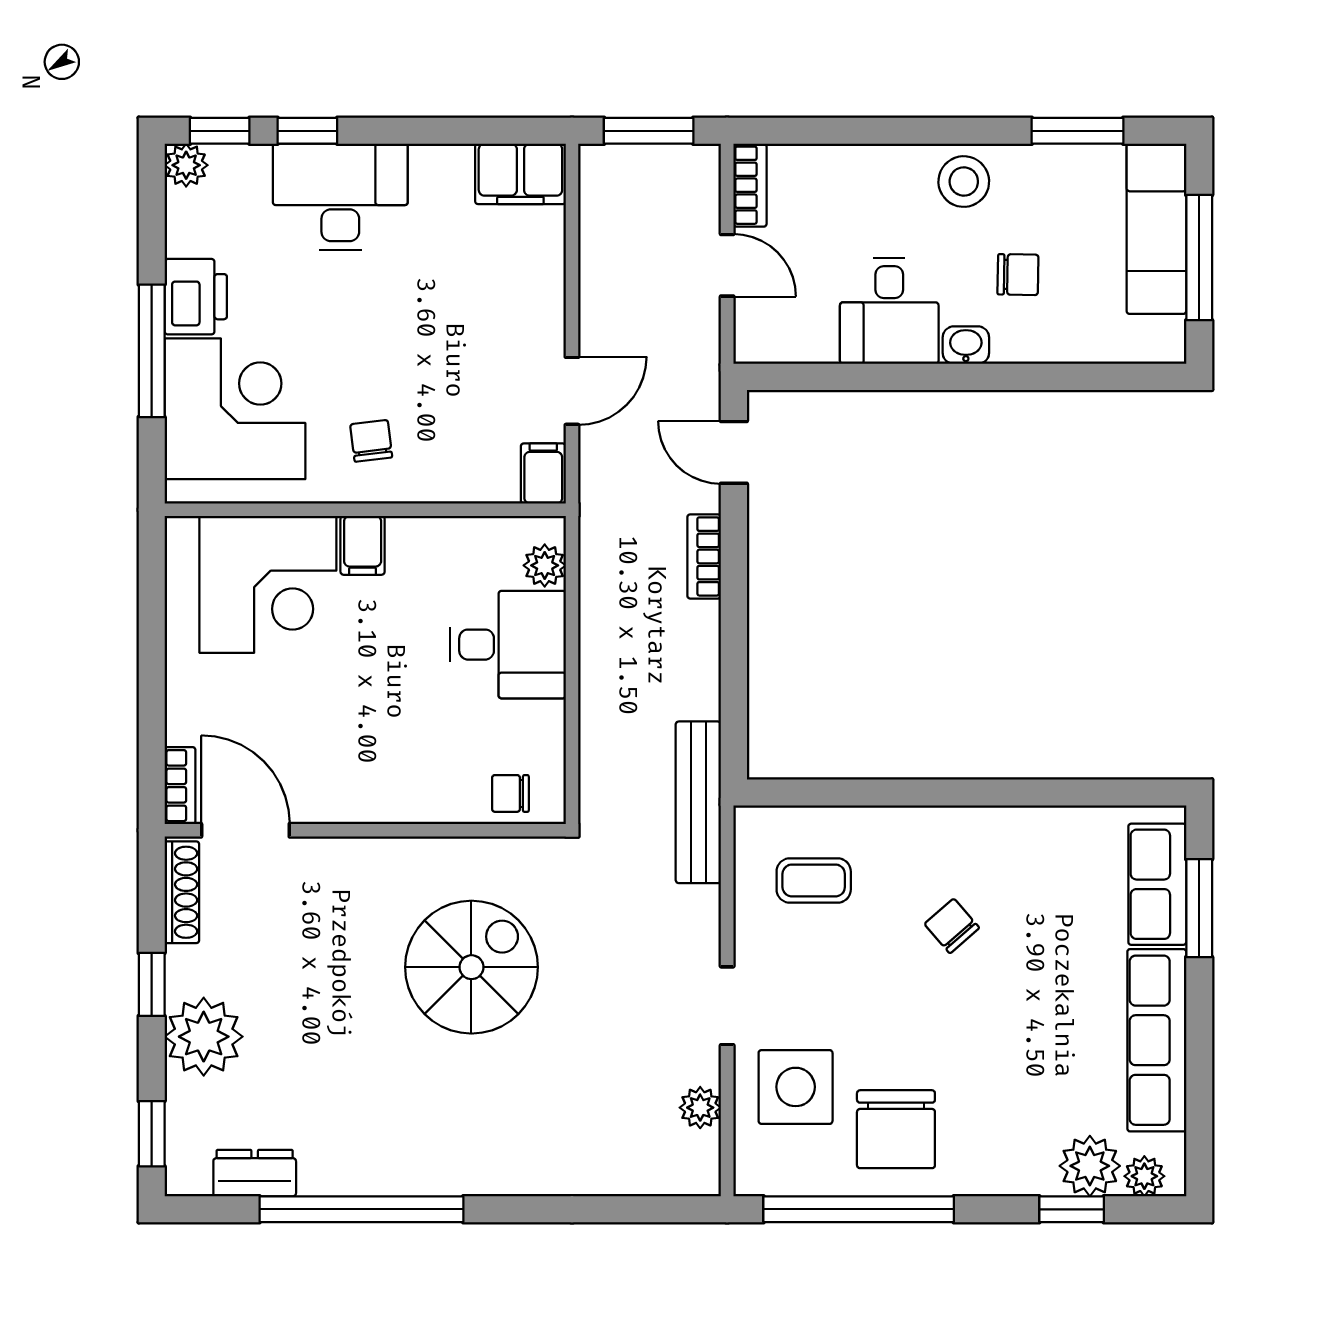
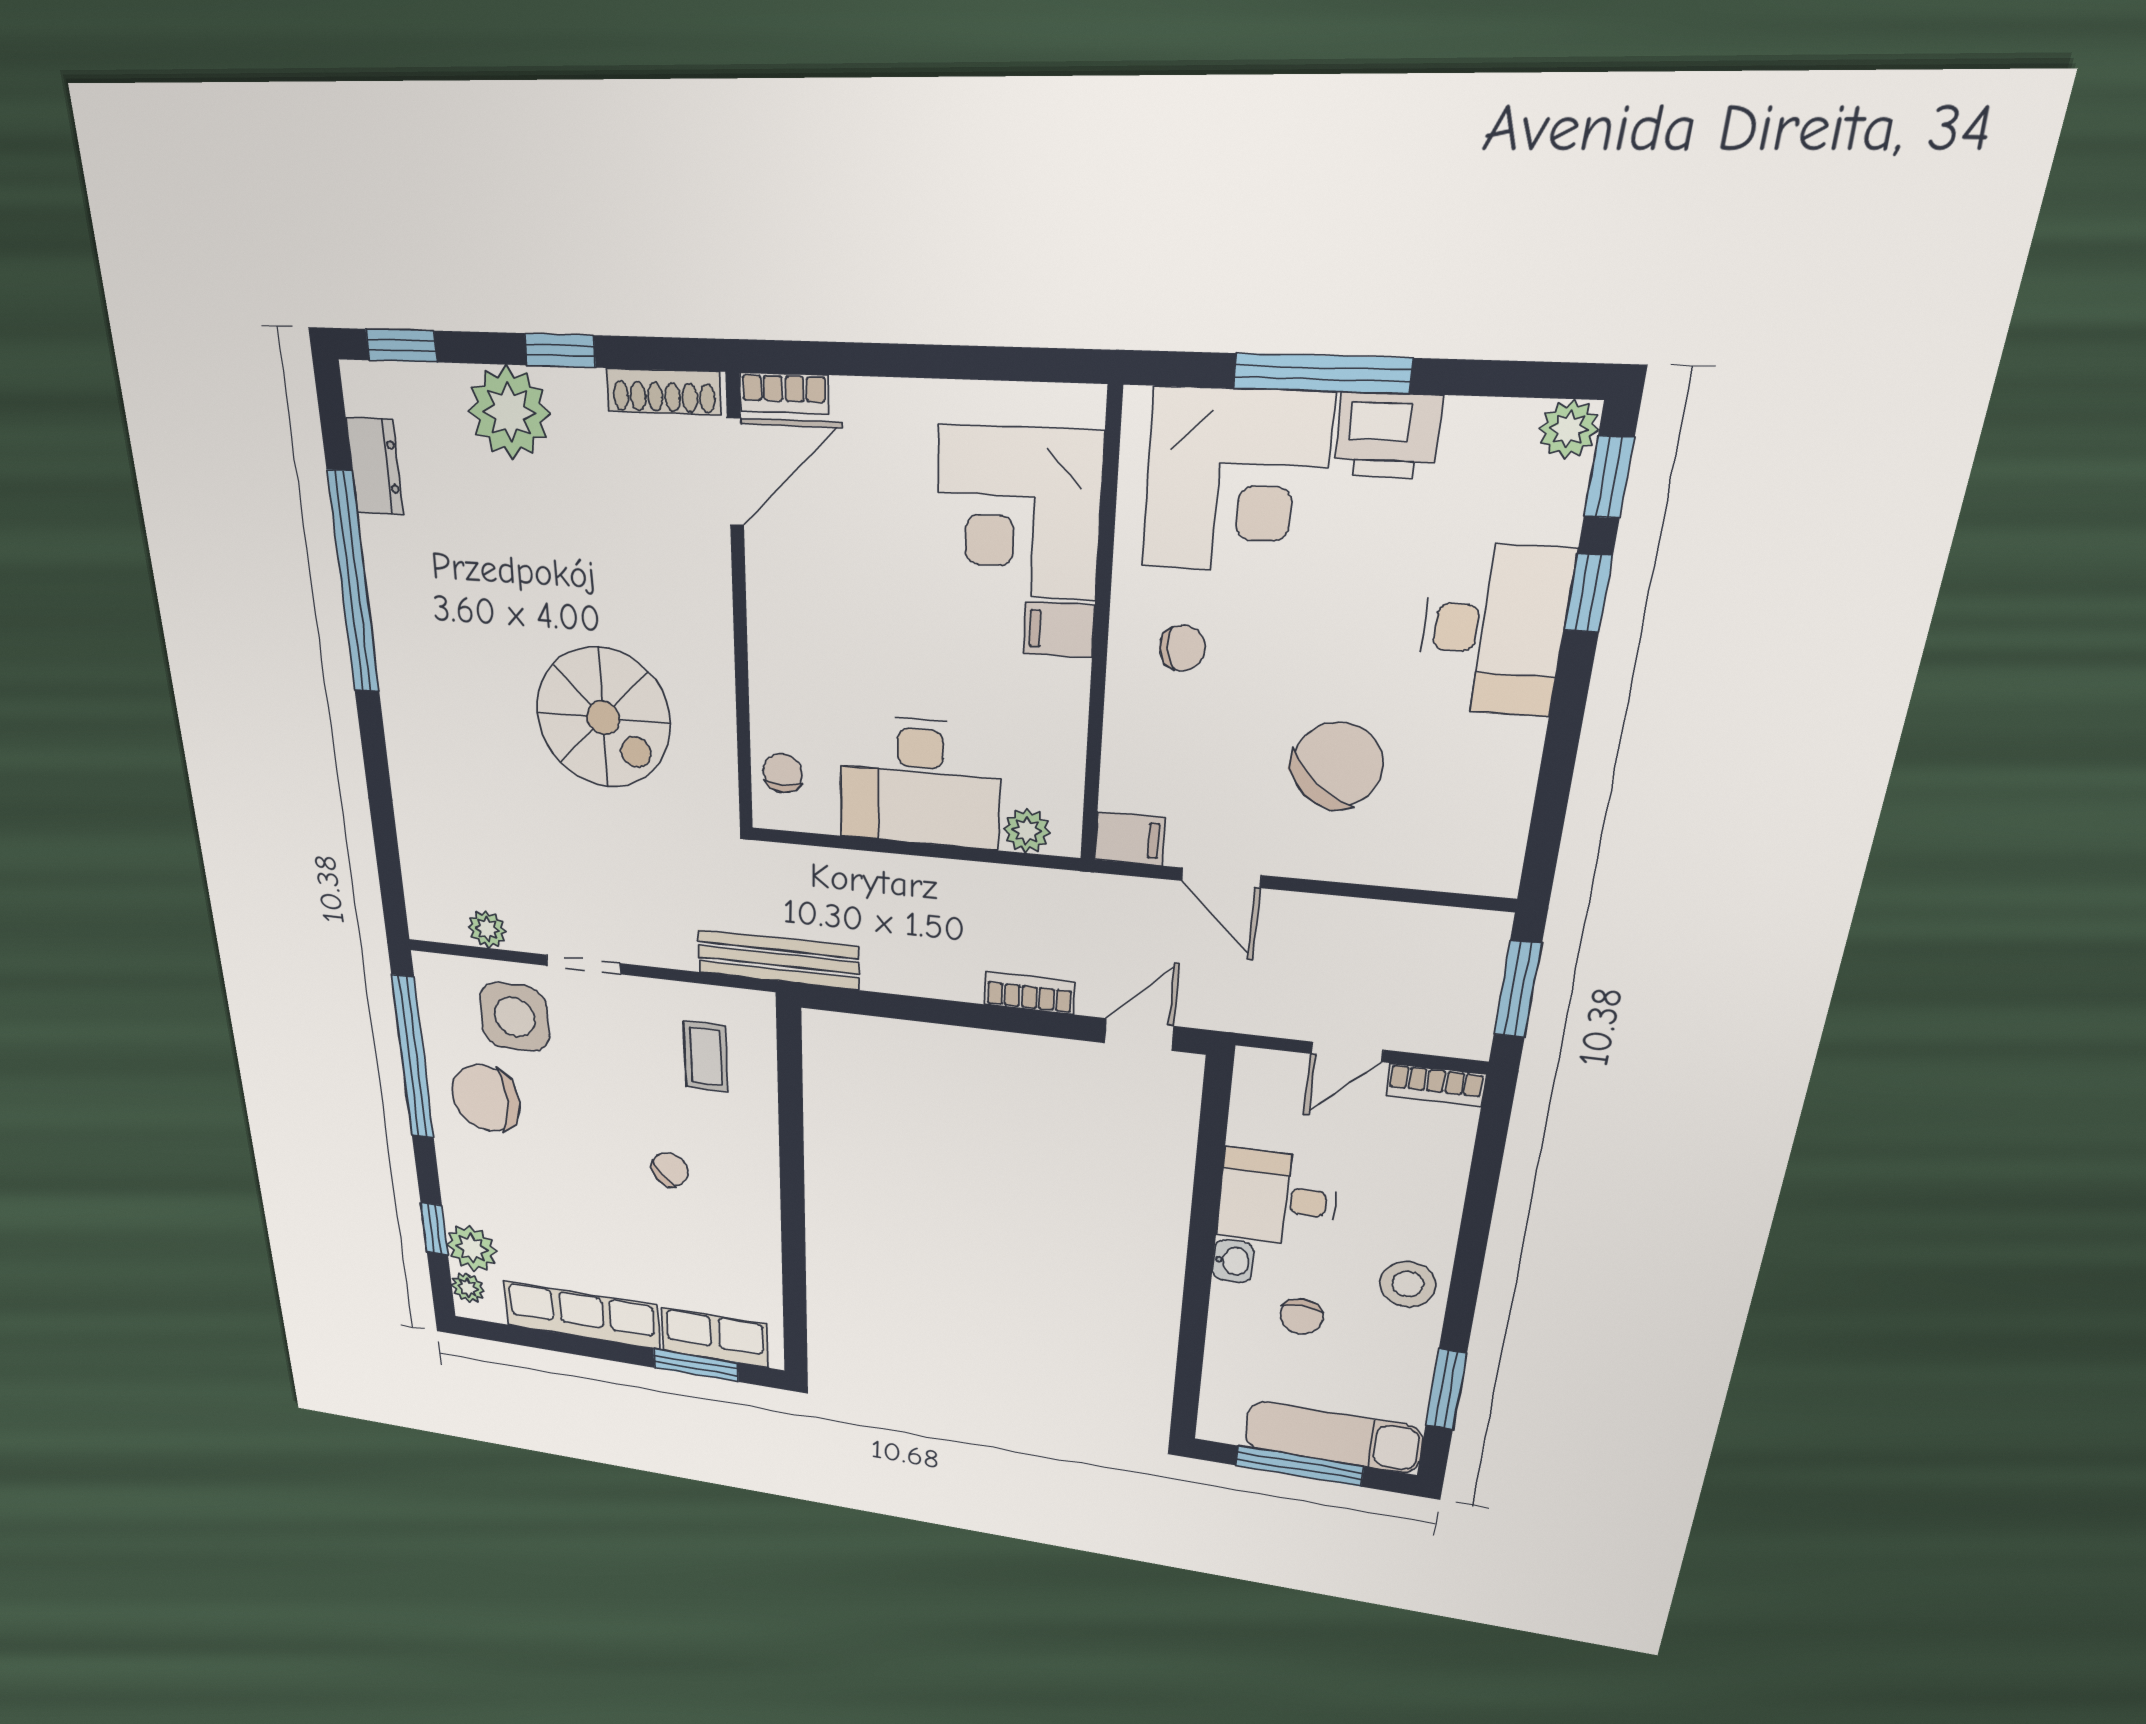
filing cabinet: (520, 174) -> (1488, 845), removed
chair: (462, 304) -> (1337, 765), added
desk: (508, 645) -> (920, 782), width x1.37

